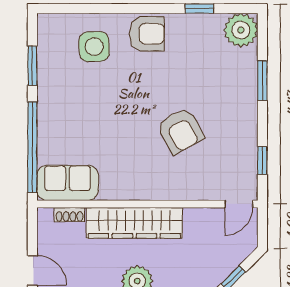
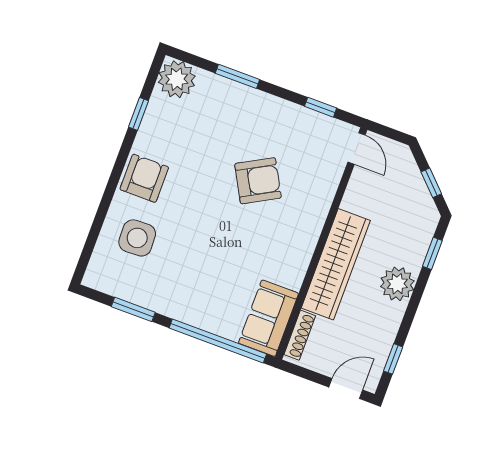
shoe rack: (69, 215) -> (300, 335), width x1.43

